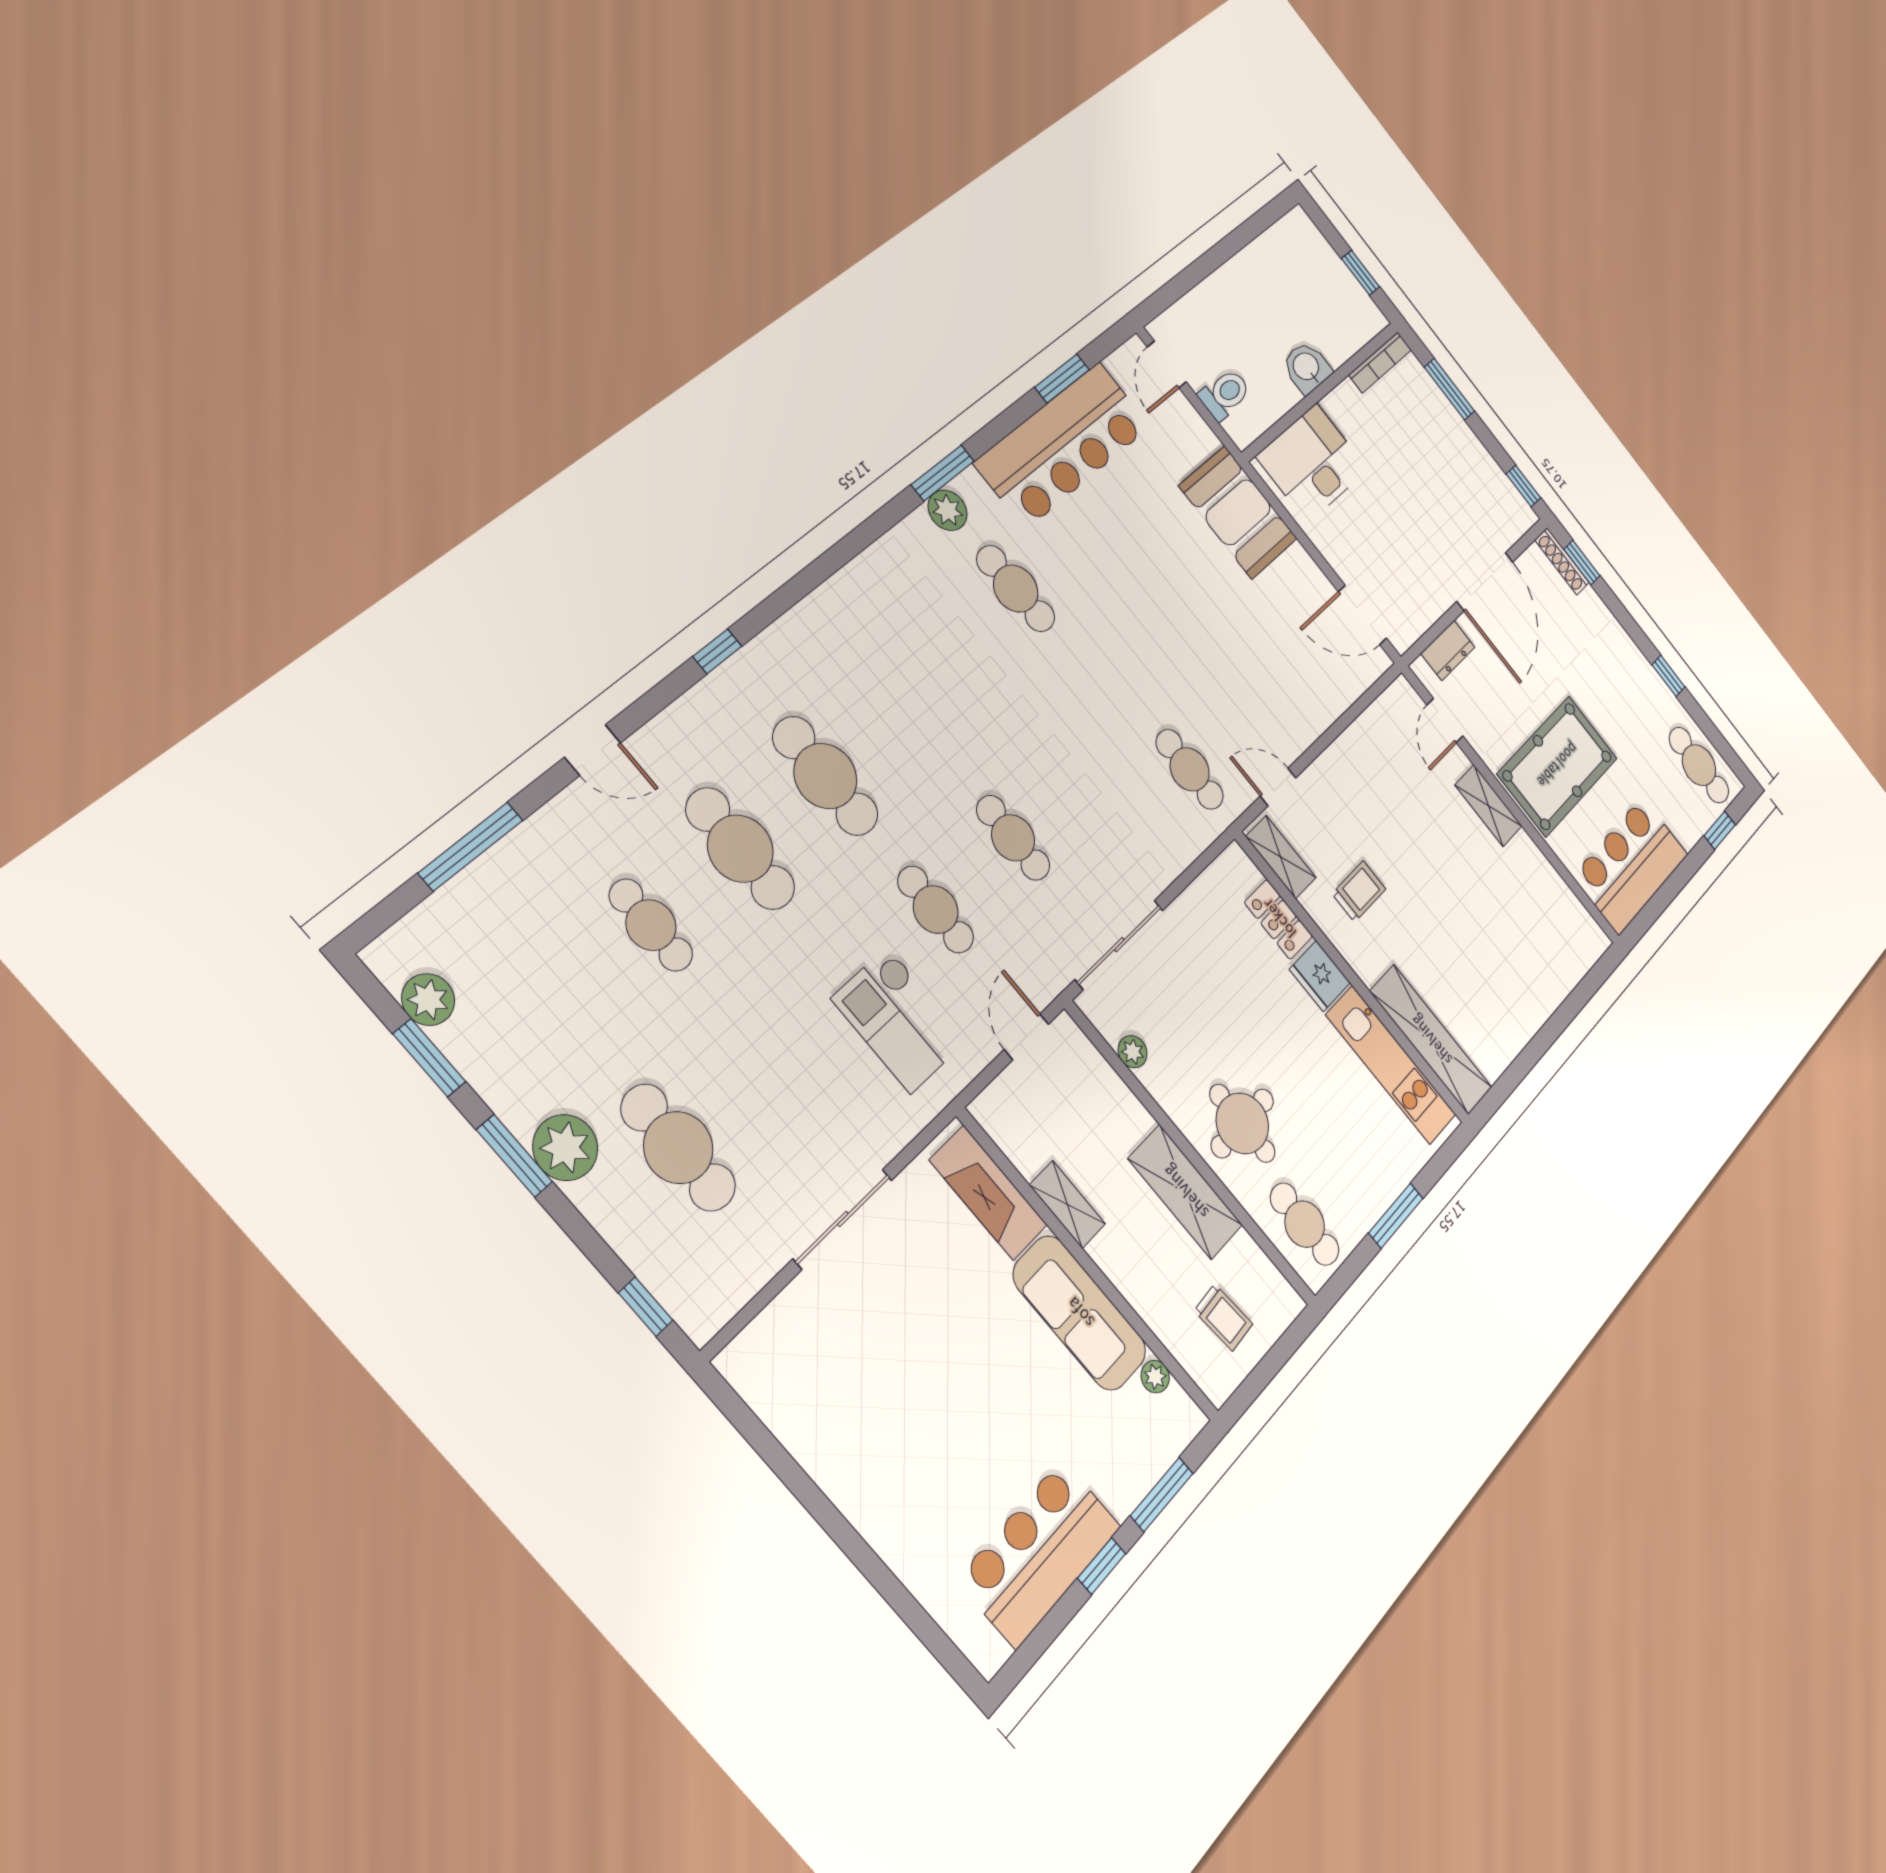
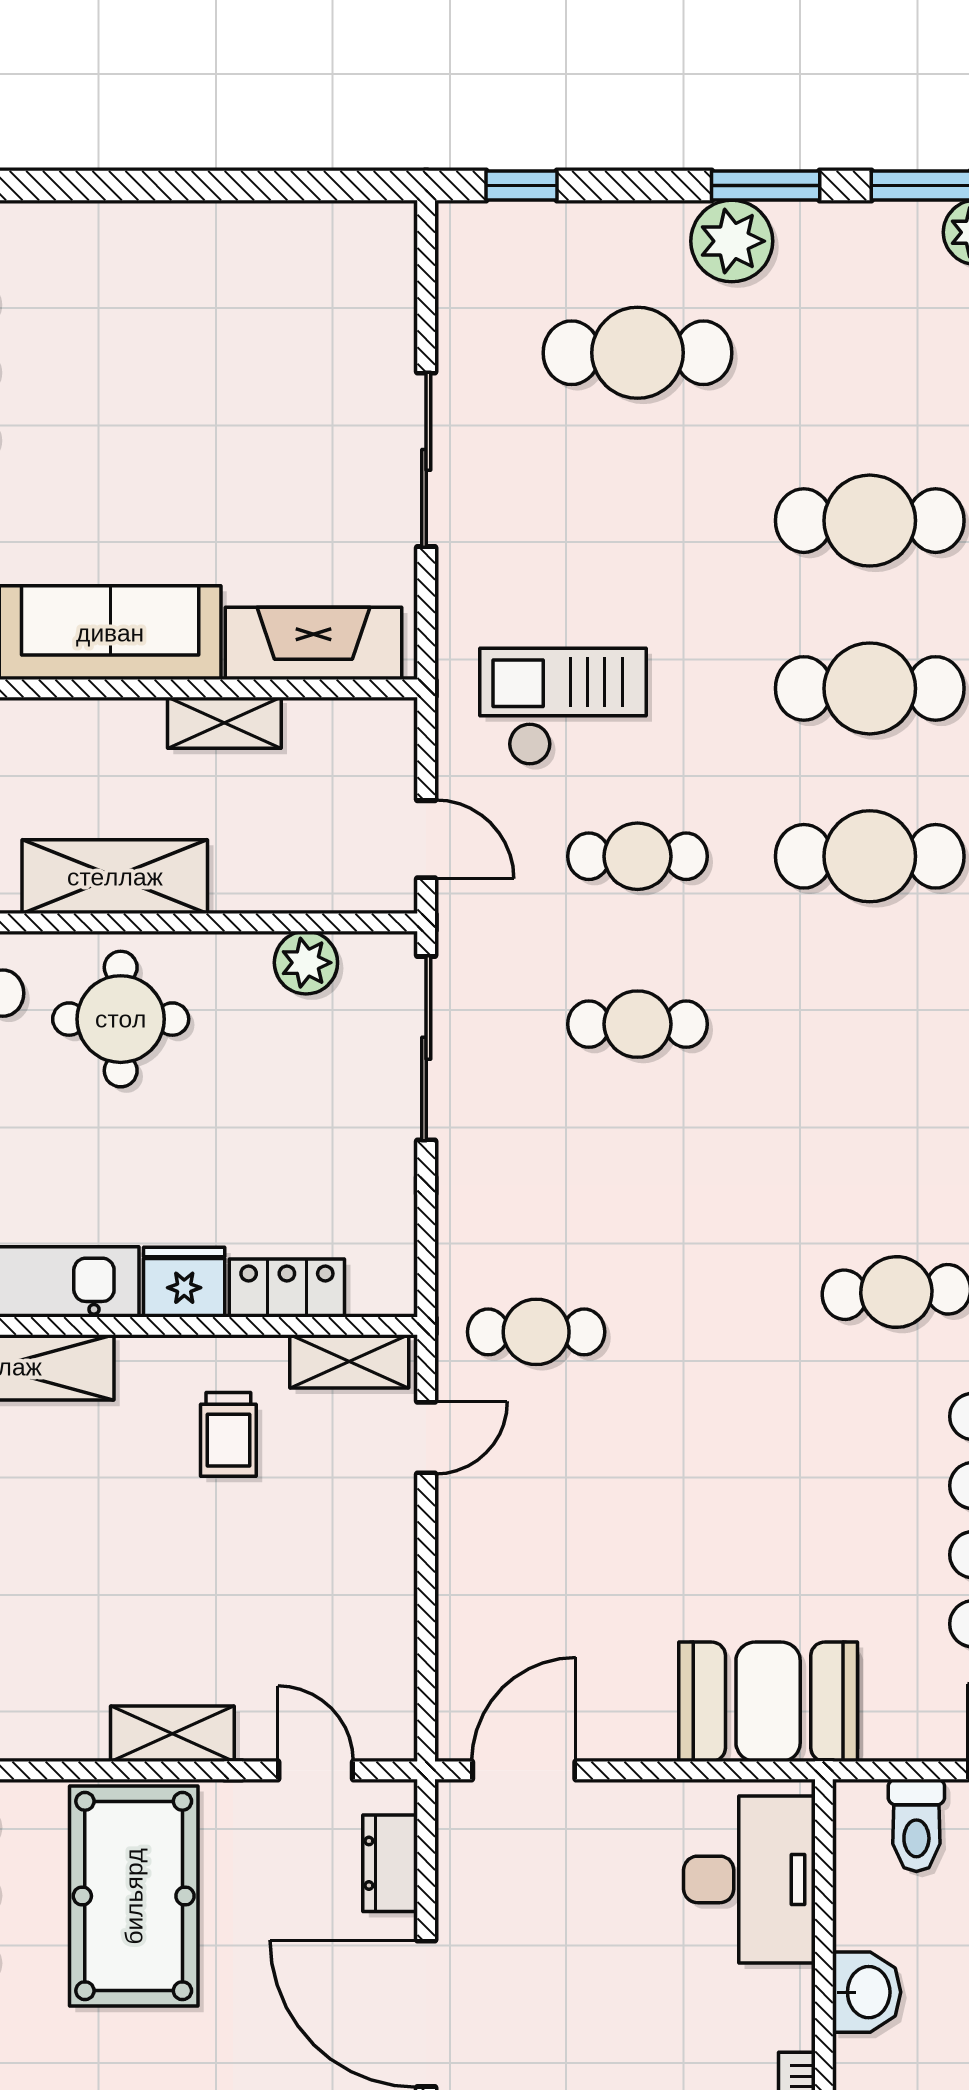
cafe table: (651, 925) -> (870, 521), width x1.37, depth x1.35
plant: (1133, 1052) -> (306, 963), width x1.38, depth x1.38

